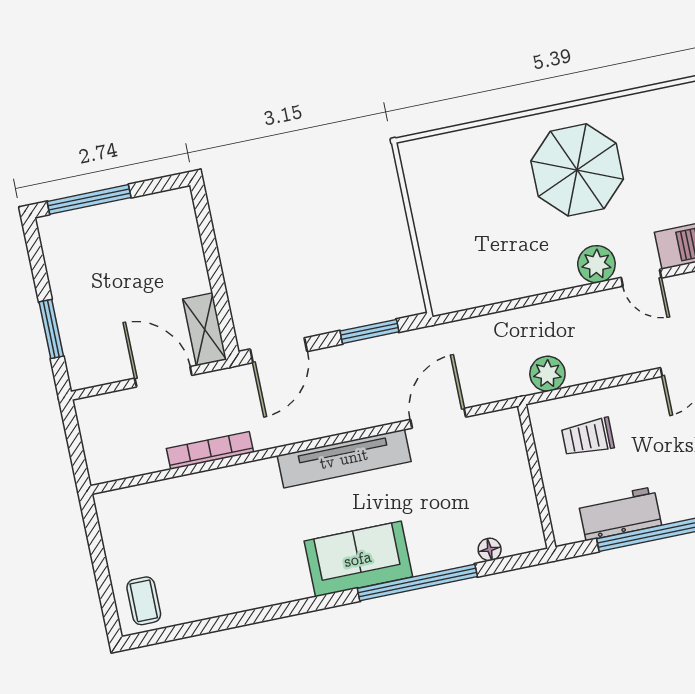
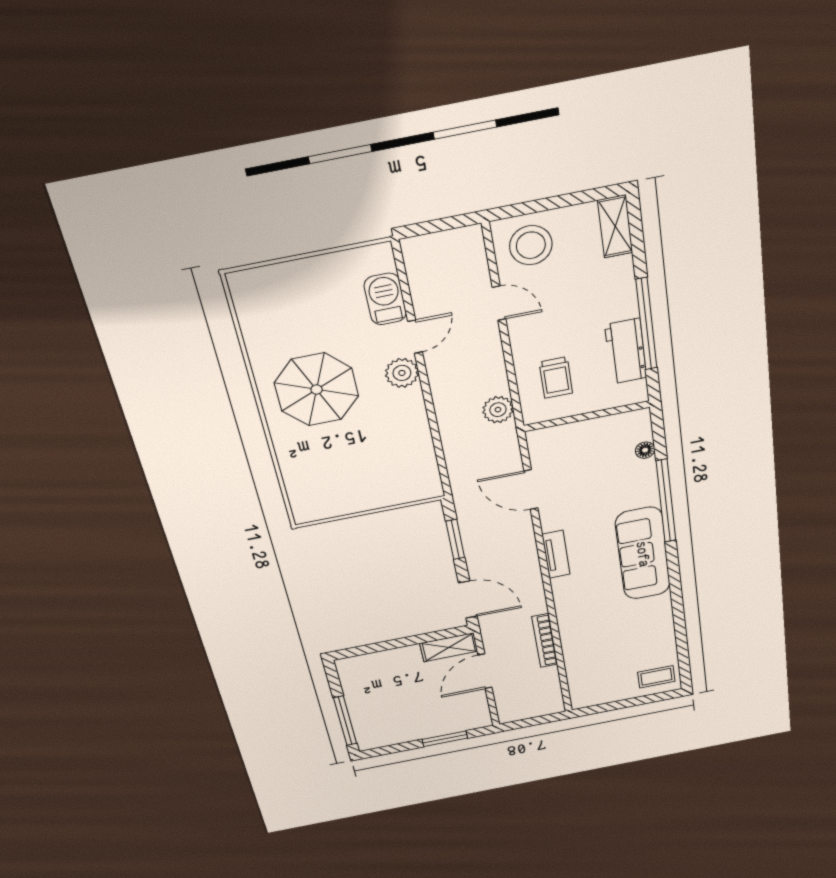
tv unit: (344, 459) -> (556, 554), width x0.52, depth x0.78
sofa: (358, 559) -> (643, 554), width x1.36

